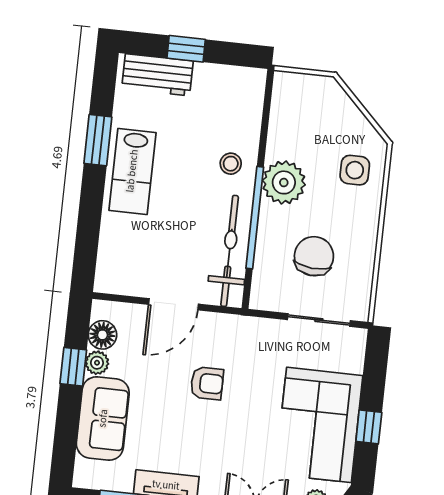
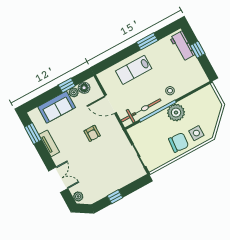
lab bench: (132, 171) -> (134, 70), moved
chair: (314, 256) -> (179, 143), moved
corner sofa: (319, 425) -> (104, 180), removed

